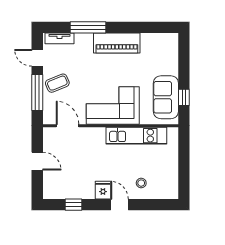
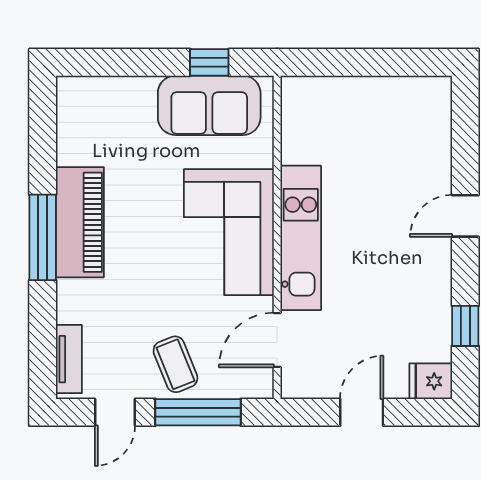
window: (88, 27) -> (43, 237), moved
kitchen unit: (136, 136) -> (301, 238), moved
stool: (141, 183) -> (414, 164), removed
fridge: (103, 190) -> (431, 381), moved

